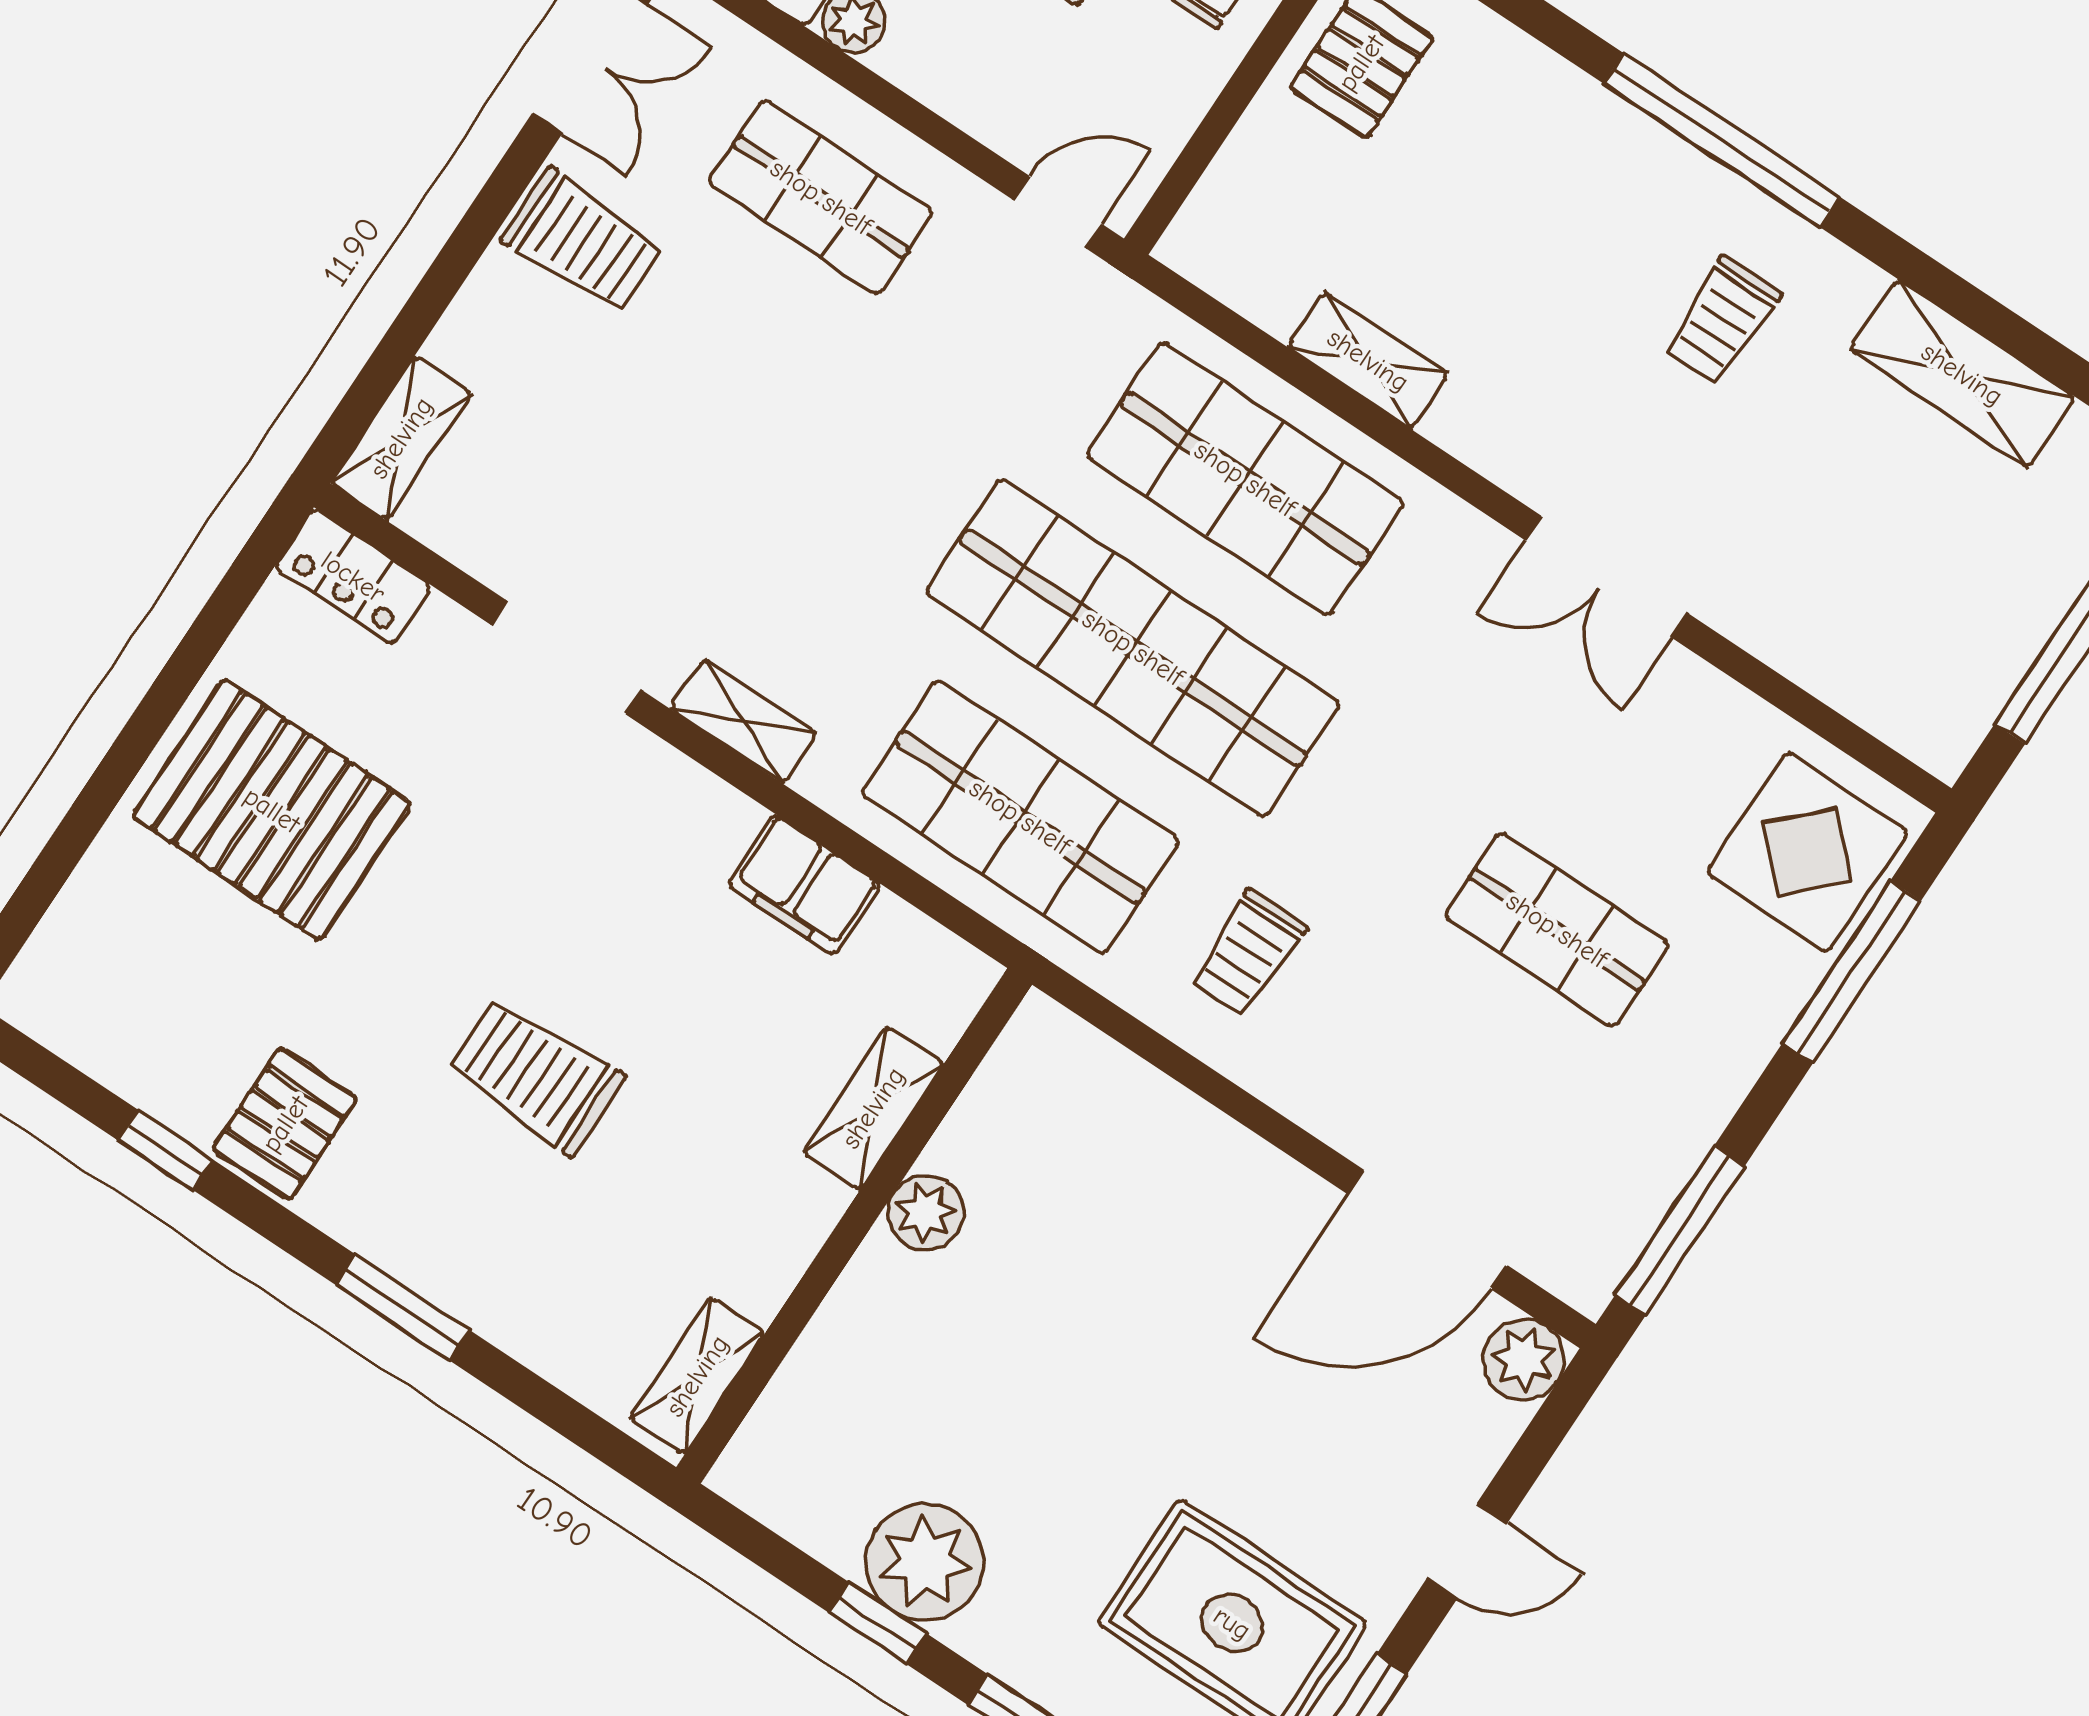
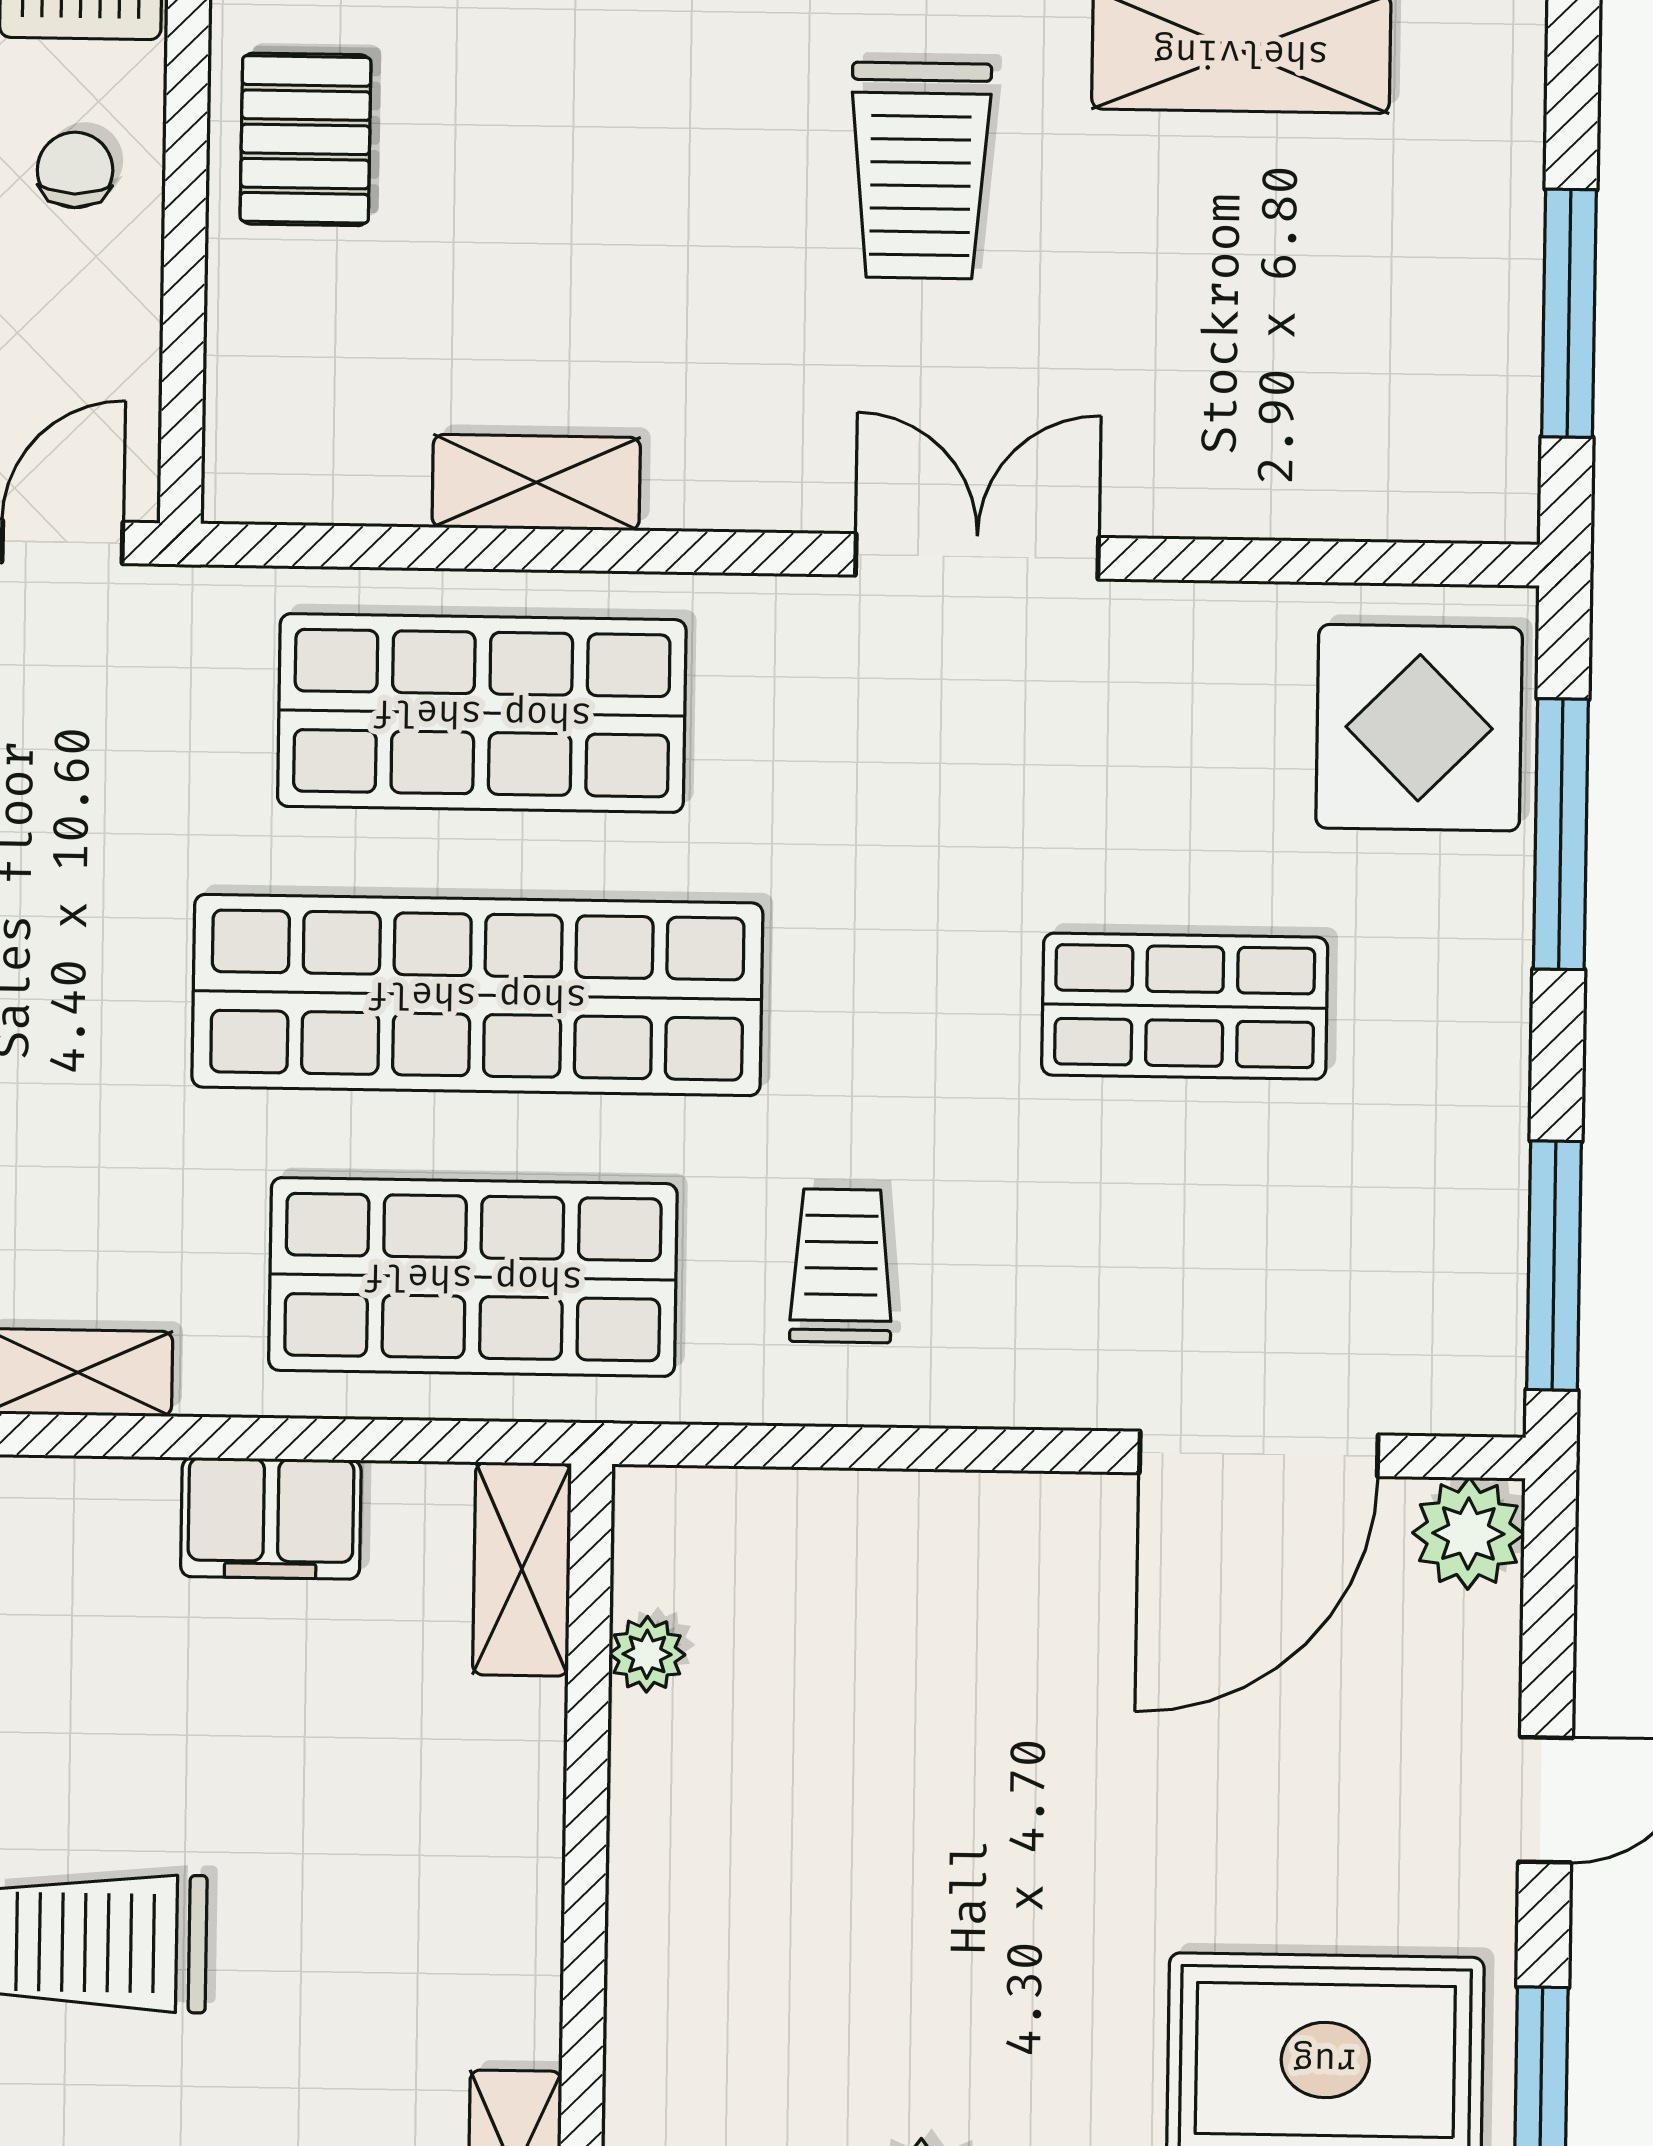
trolley: (1722, 321) -> (921, 171), width x1.36, depth x1.39
double door: (1606, 576) -> (977, 556), swing flipped
trolley: (1248, 953) -> (841, 1266), turned 180
shelving: (873, 1108) -> (522, 1569), moved
plant: (926, 1212) -> (647, 1654), moved, width x0.73, depth x0.73

